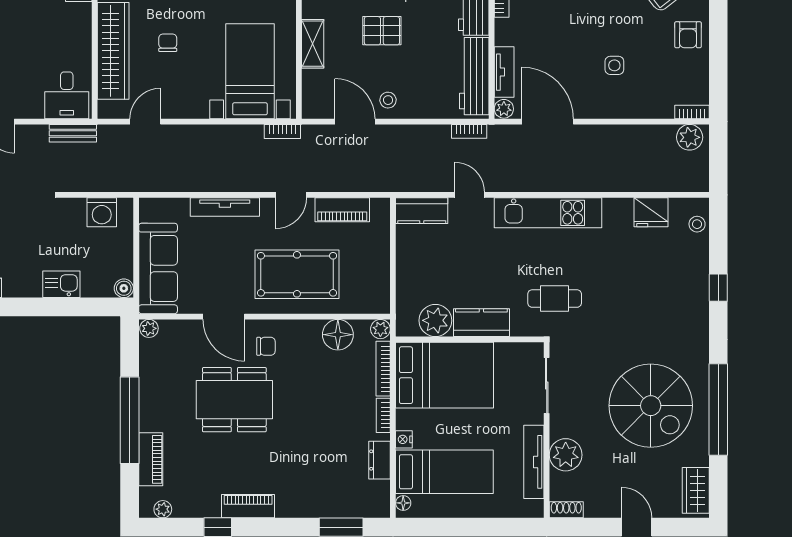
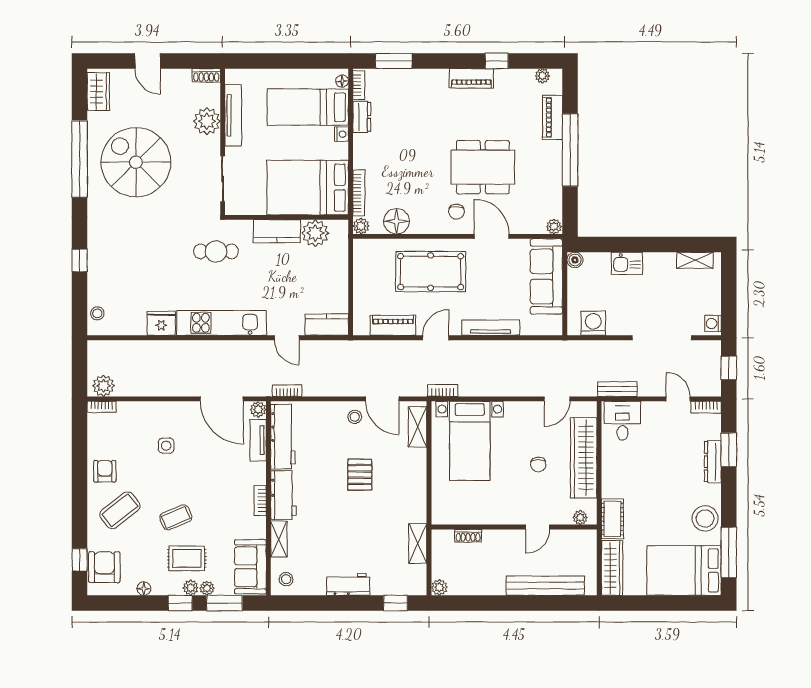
pallet: (382, 31) -> (360, 475), turned 90
shelving: (313, 44) -> (418, 427), moved
fridge: (651, 212) -> (161, 323), moved
chair: (266, 346) -> (456, 212), turned -90
bookcase: (383, 415) -> (359, 85), moved

